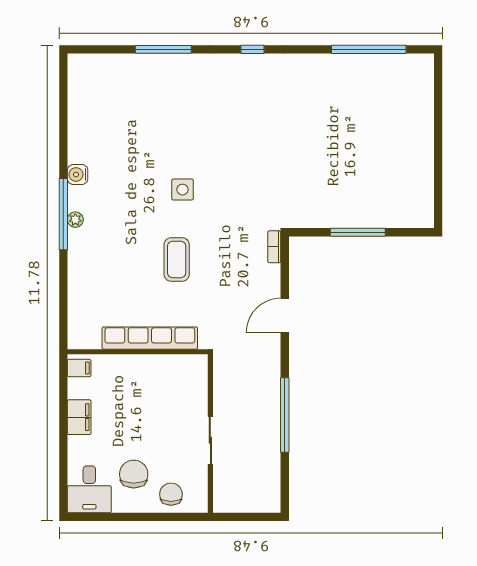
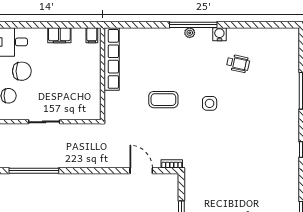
wheelchair: (122, 146) -> (238, 64), added
door: (285, 316) -> (141, 171), moved
row of seats: (150, 338) -> (112, 59), moved
window: (285, 415) -> (34, 171), moved

